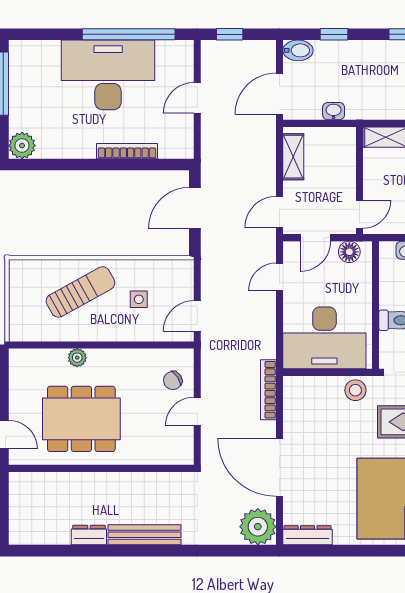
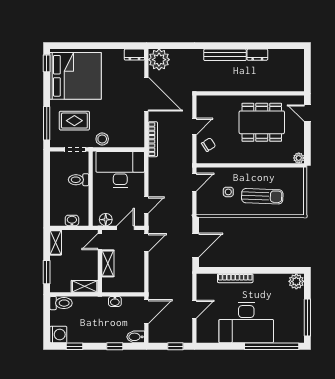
window: (129, 34) -> (272, 346), moved
shelving: (293, 157) -> (108, 263), moved
sun lounger: (80, 292) -> (262, 196), turned -149
plant: (77, 358) -> (299, 158), moved
dresser: (308, 535) -> (134, 55), width x0.70

